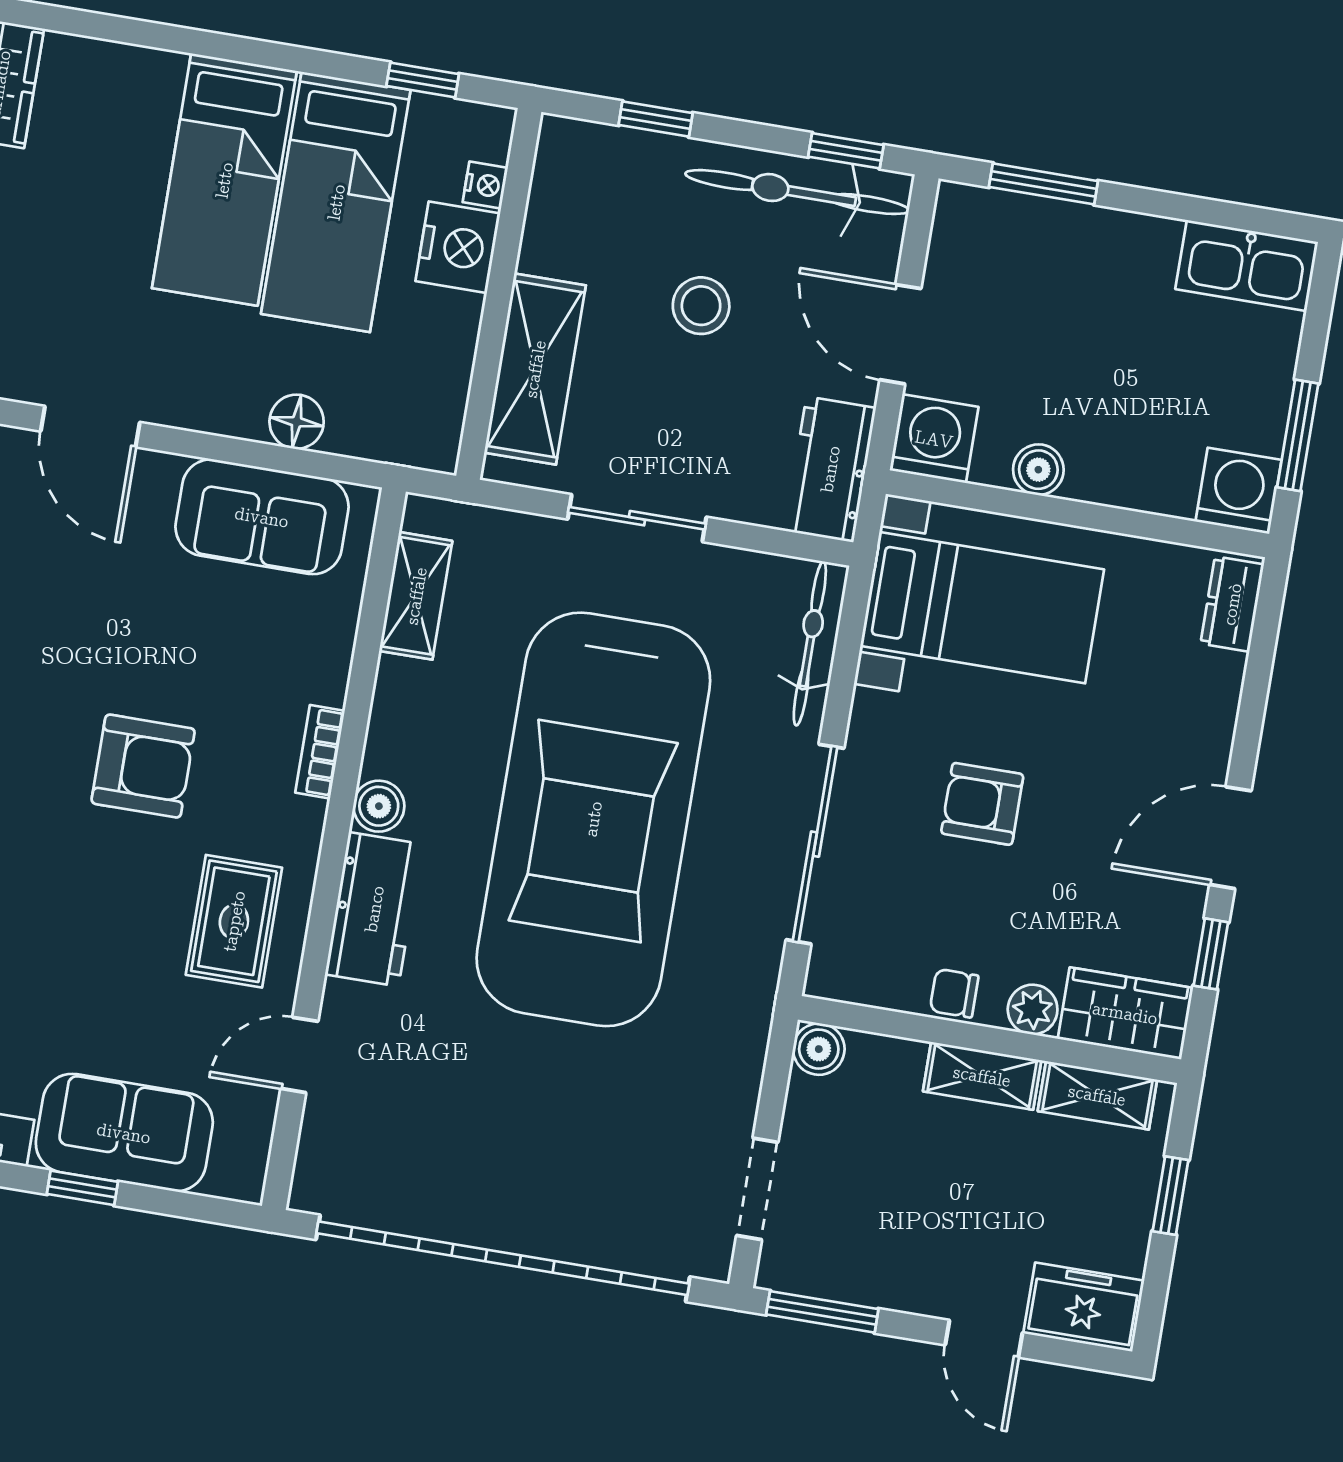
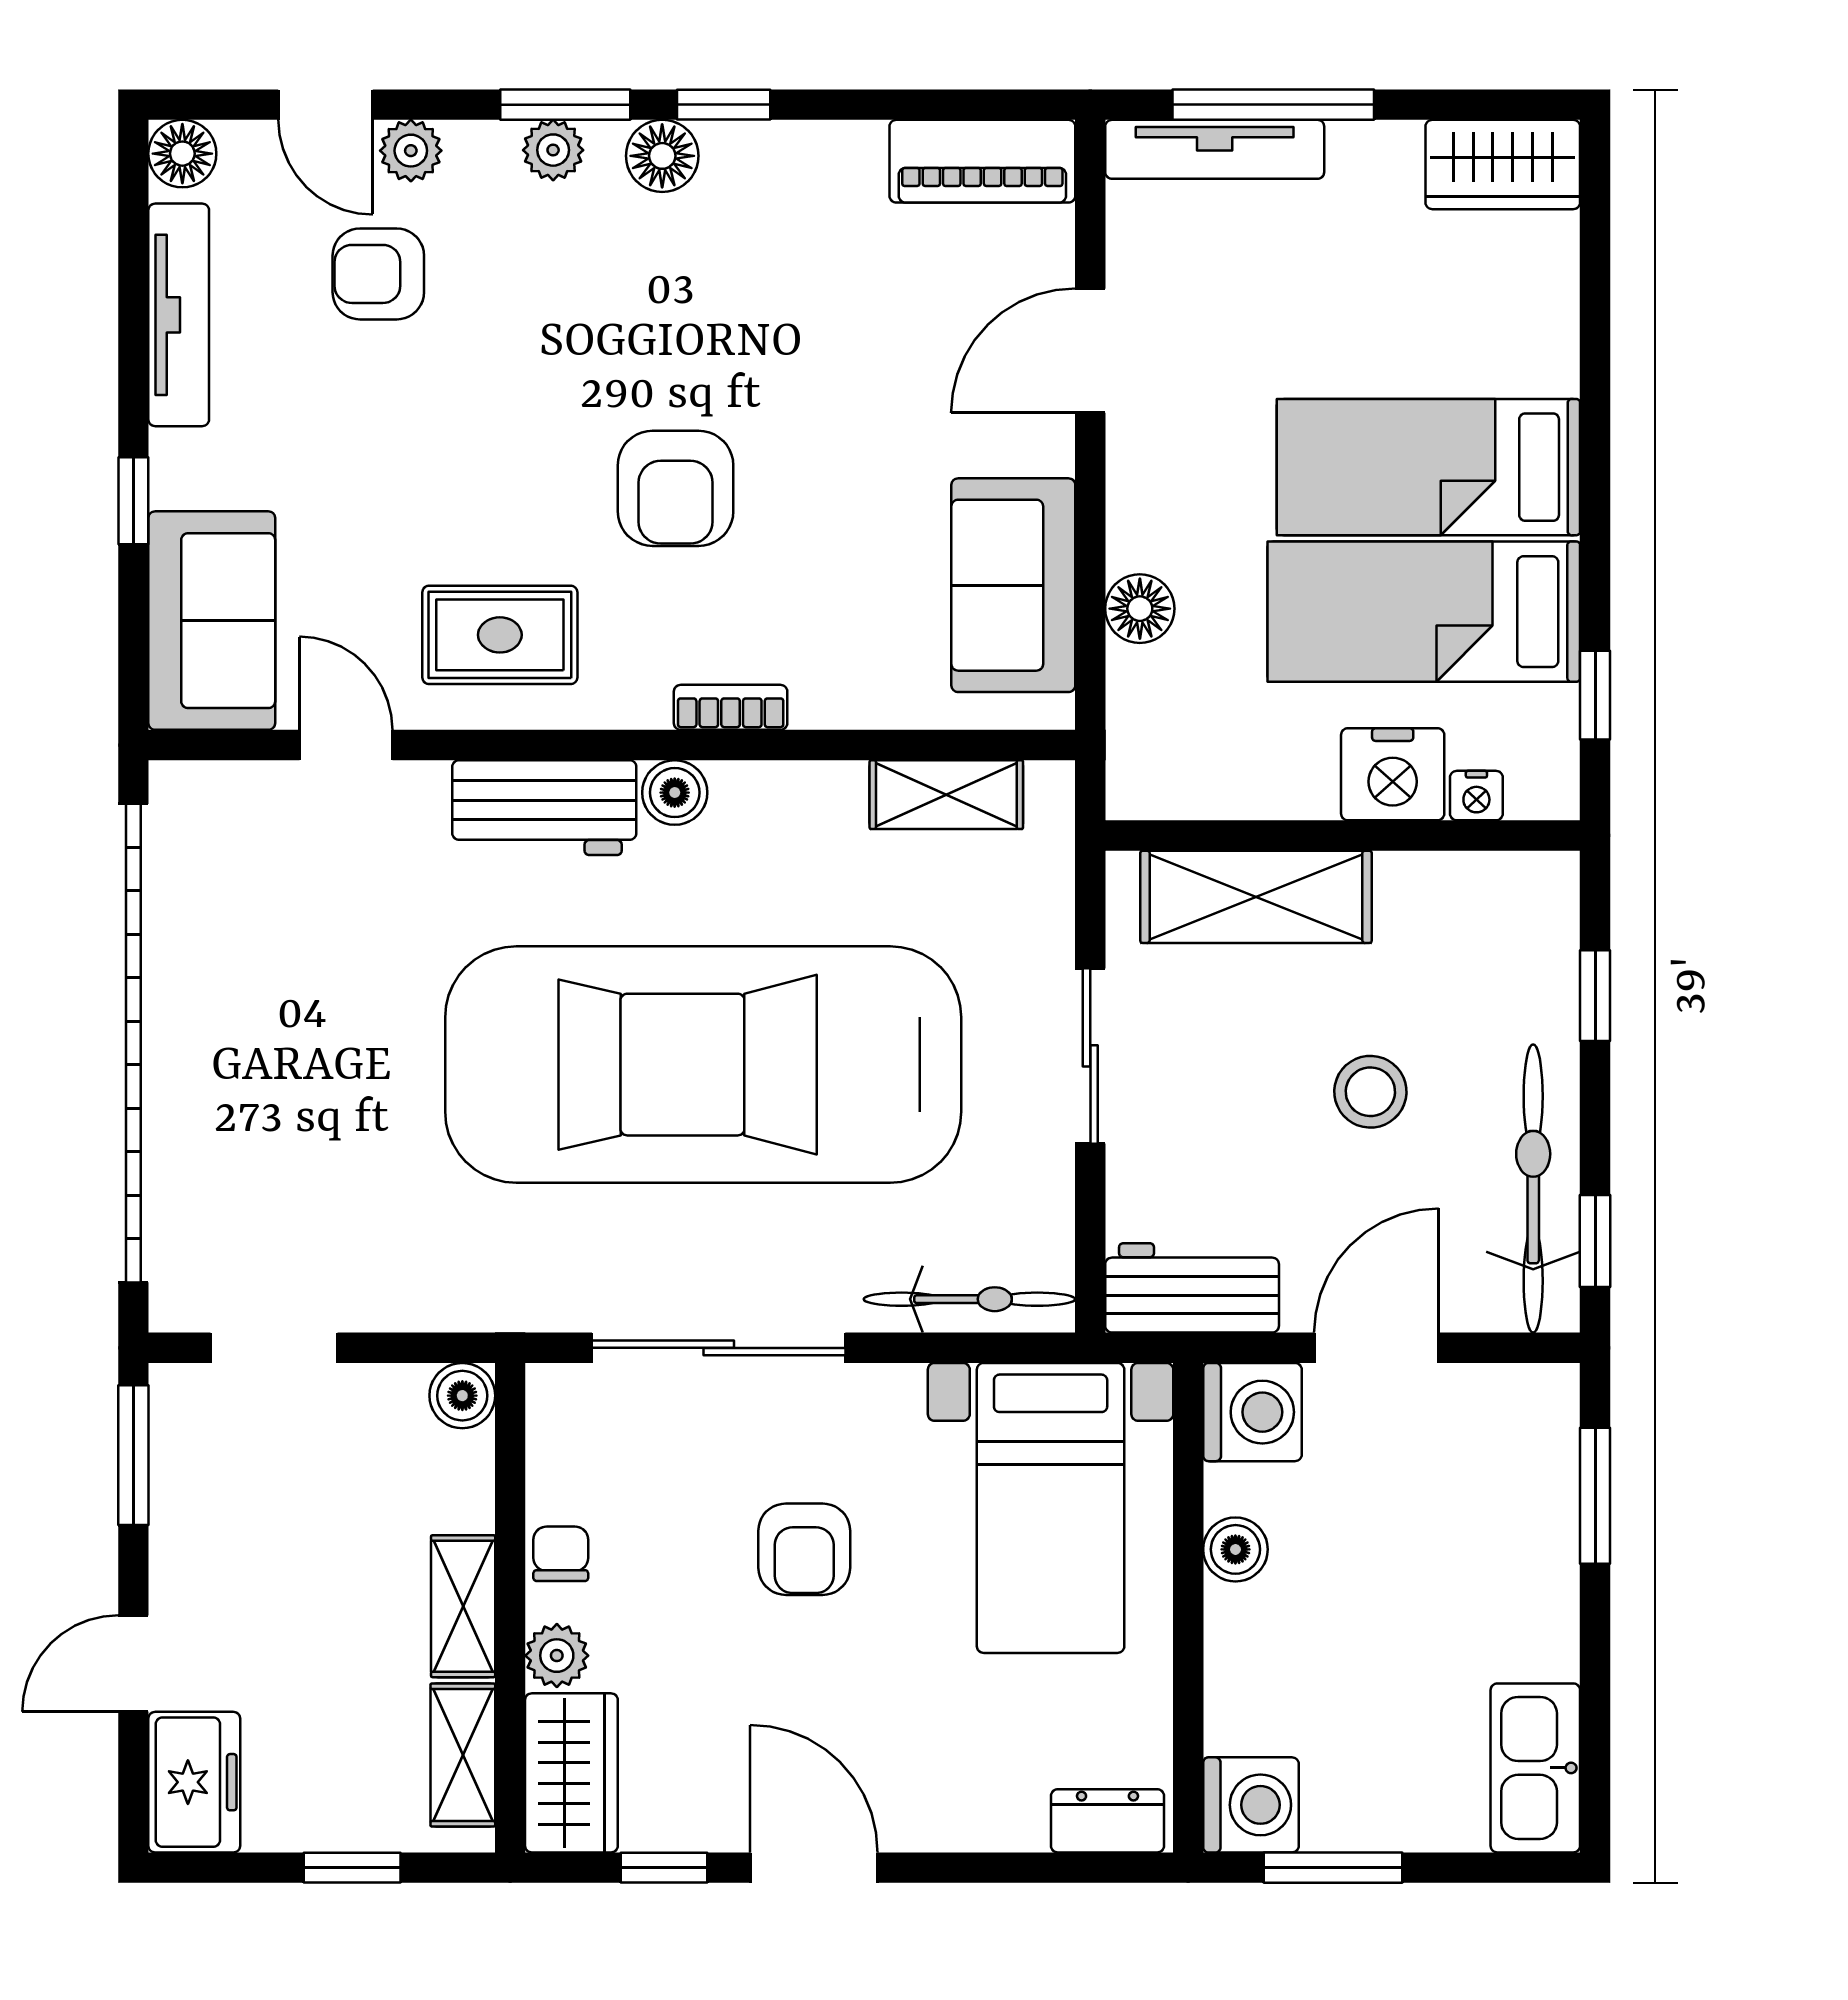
armchair: (982, 804) -> (804, 1549), turned 180
sofa: (124, 1133) -> (212, 621), moved

